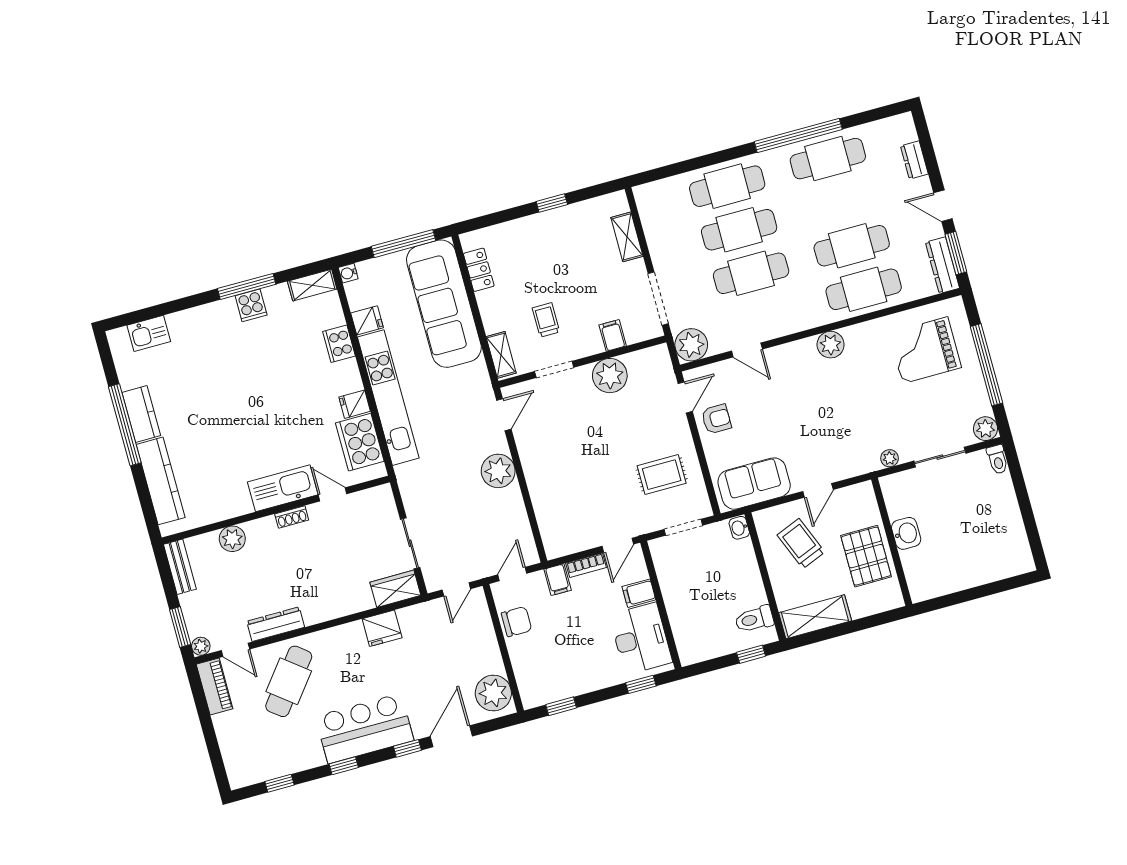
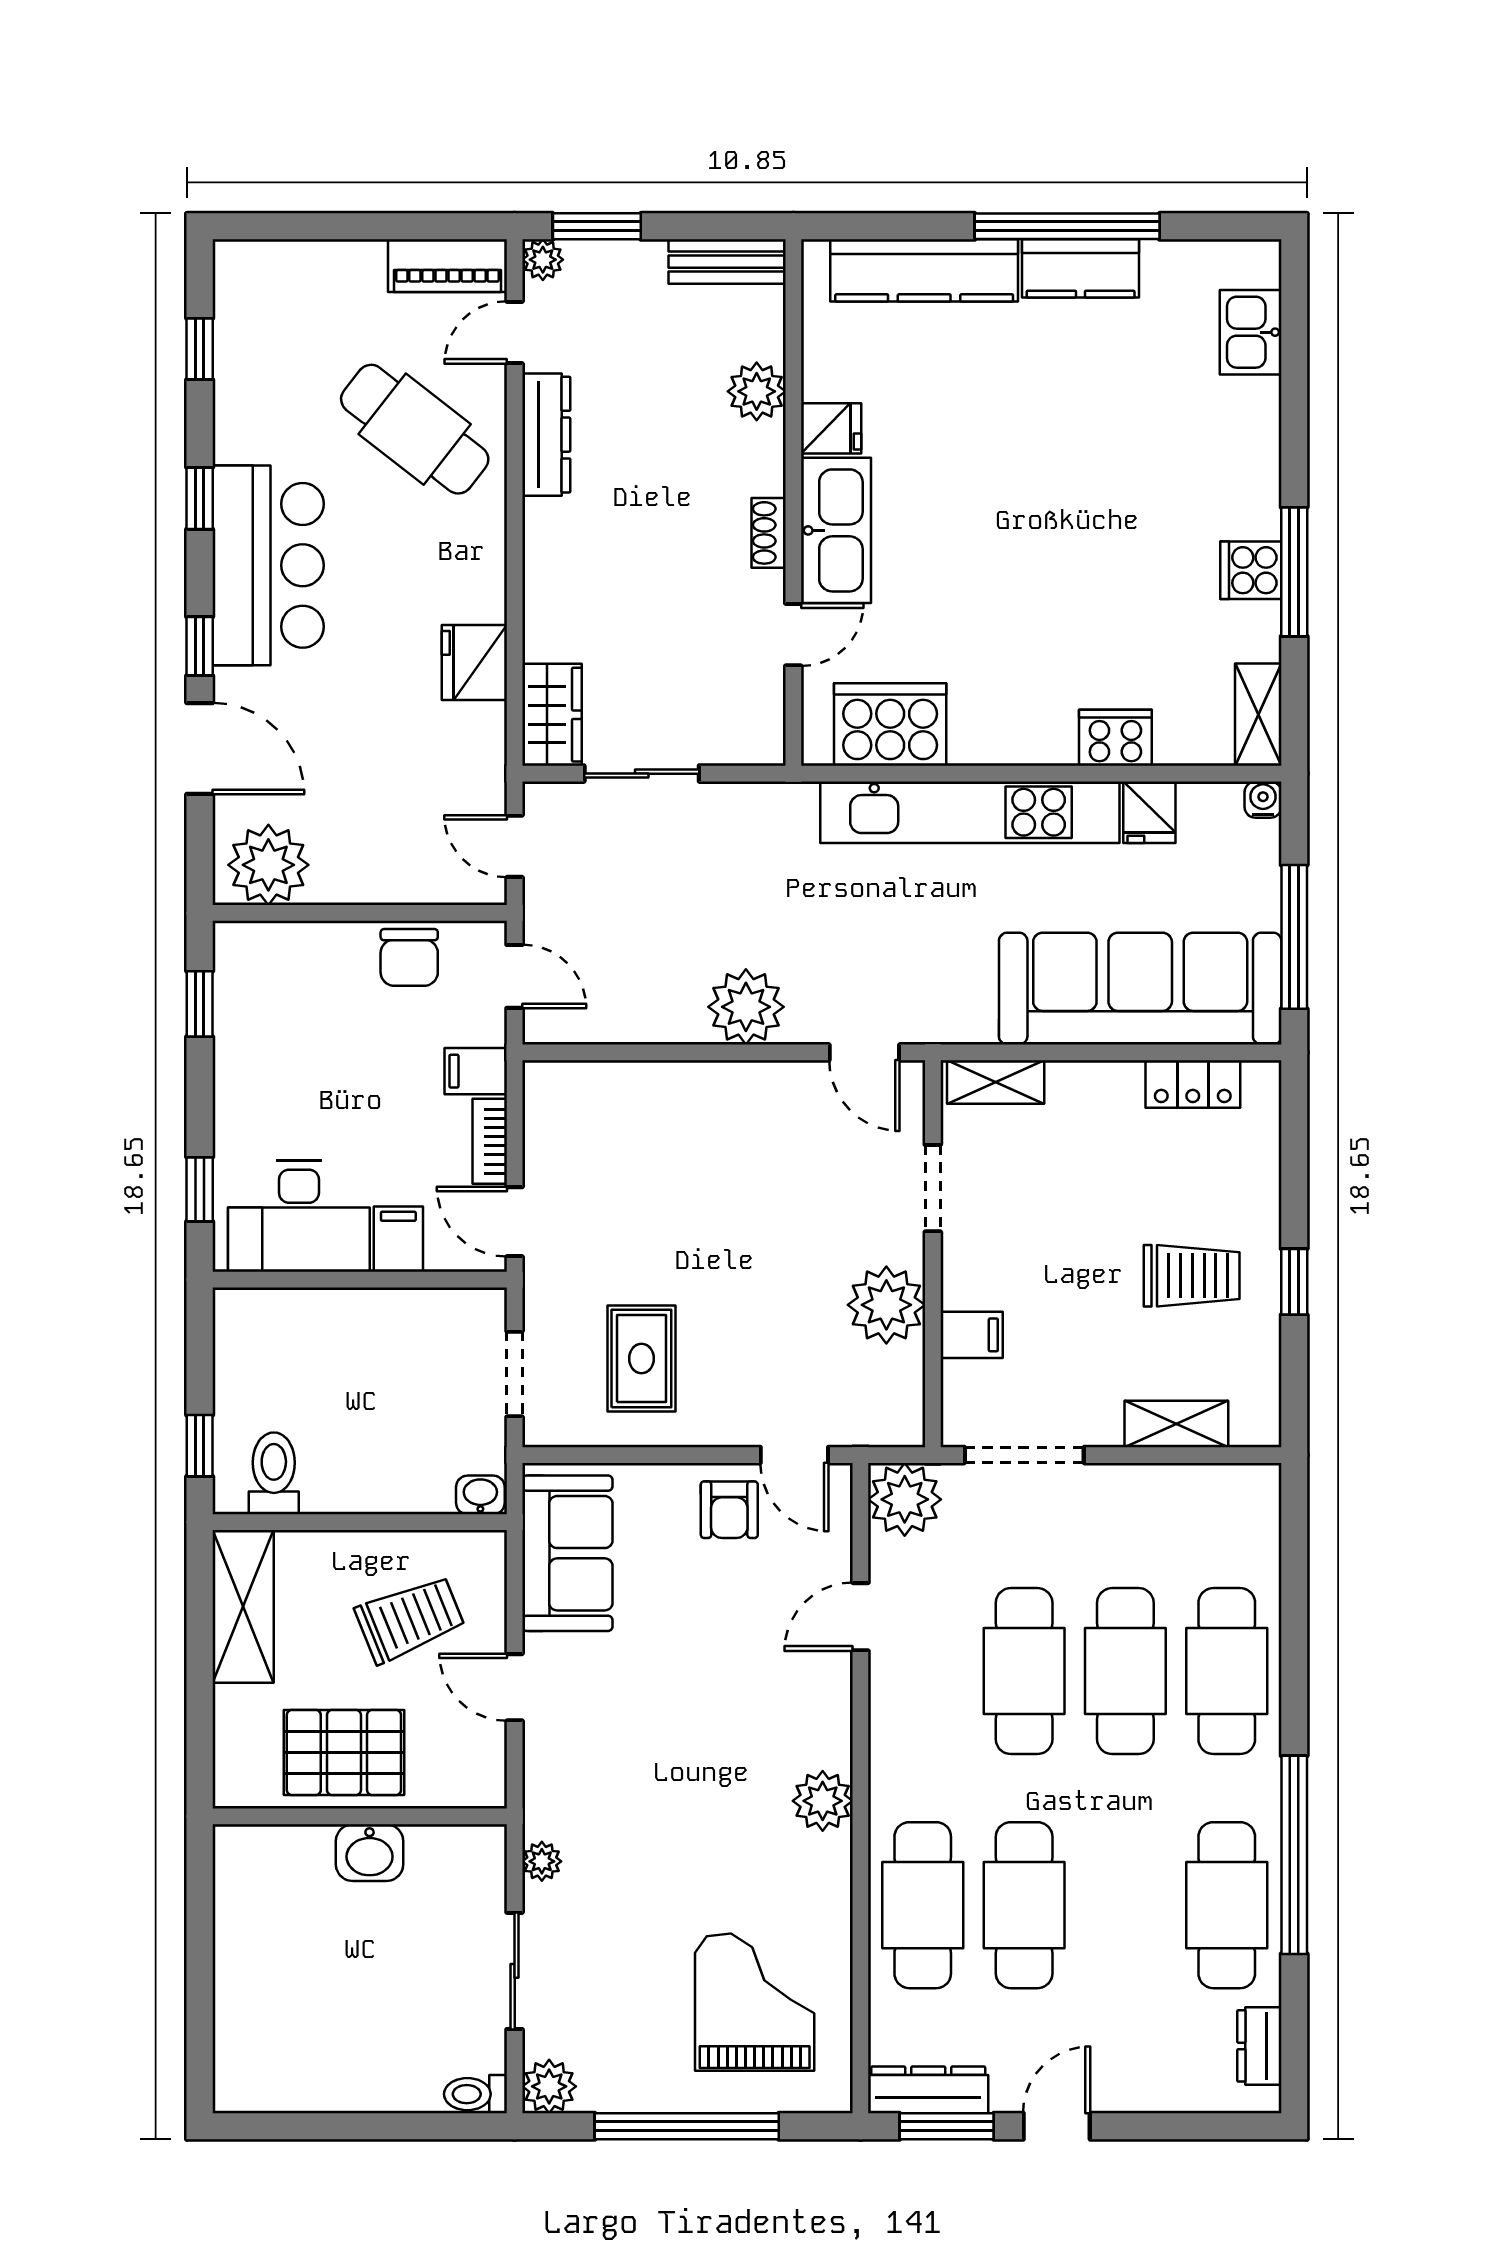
dresser: (914, 160) -> (1259, 2046), moved, turned -90
trolley: (546, 320) -> (1192, 1276), moved, width x1.36, depth x1.39
fridge: (355, 404) -> (831, 428), moved, turned 90

